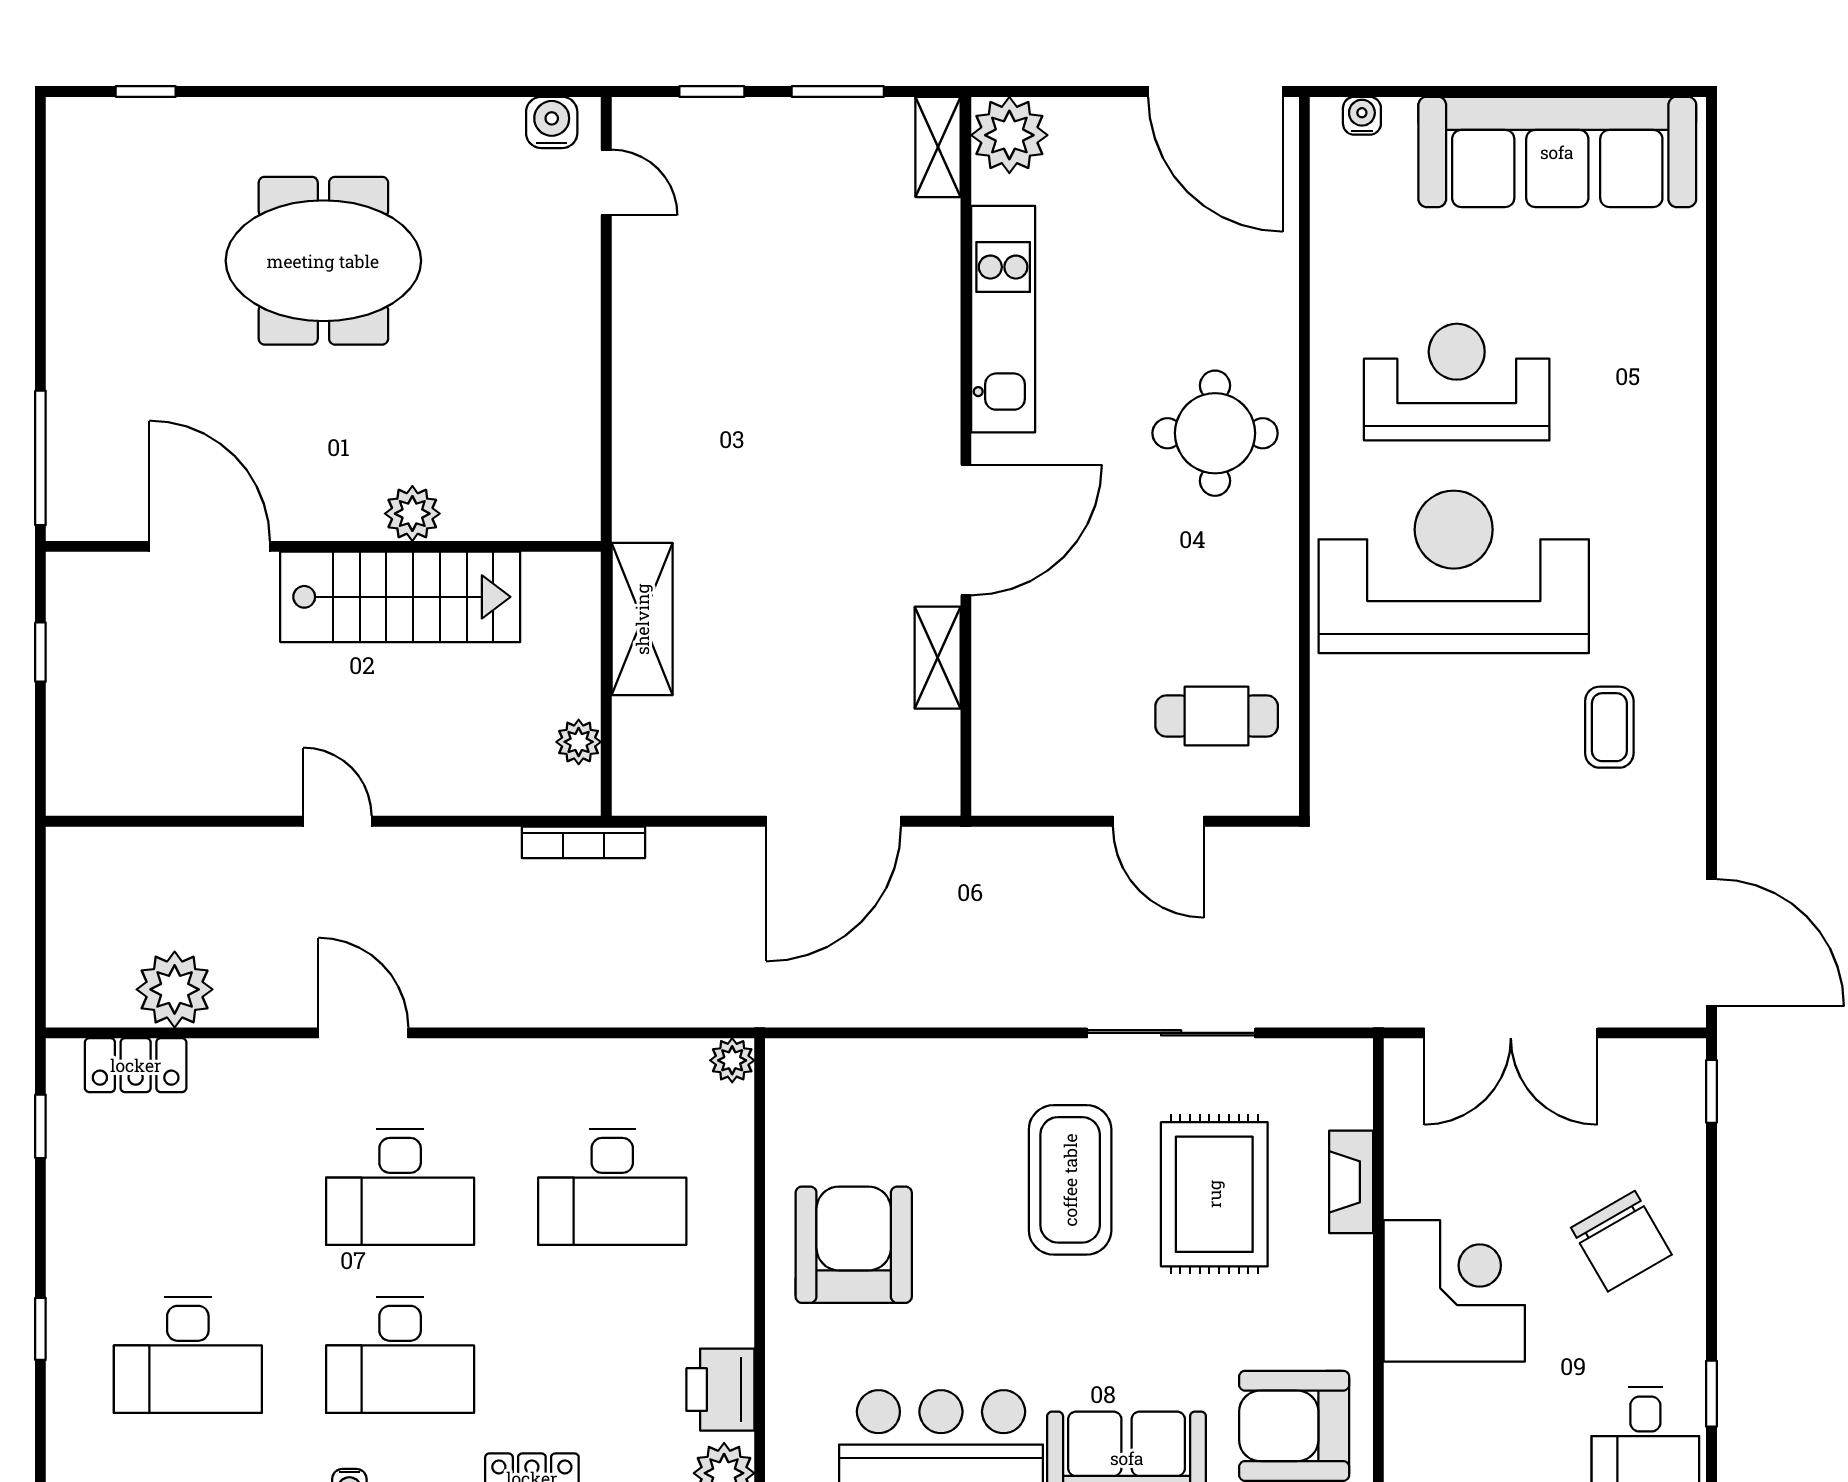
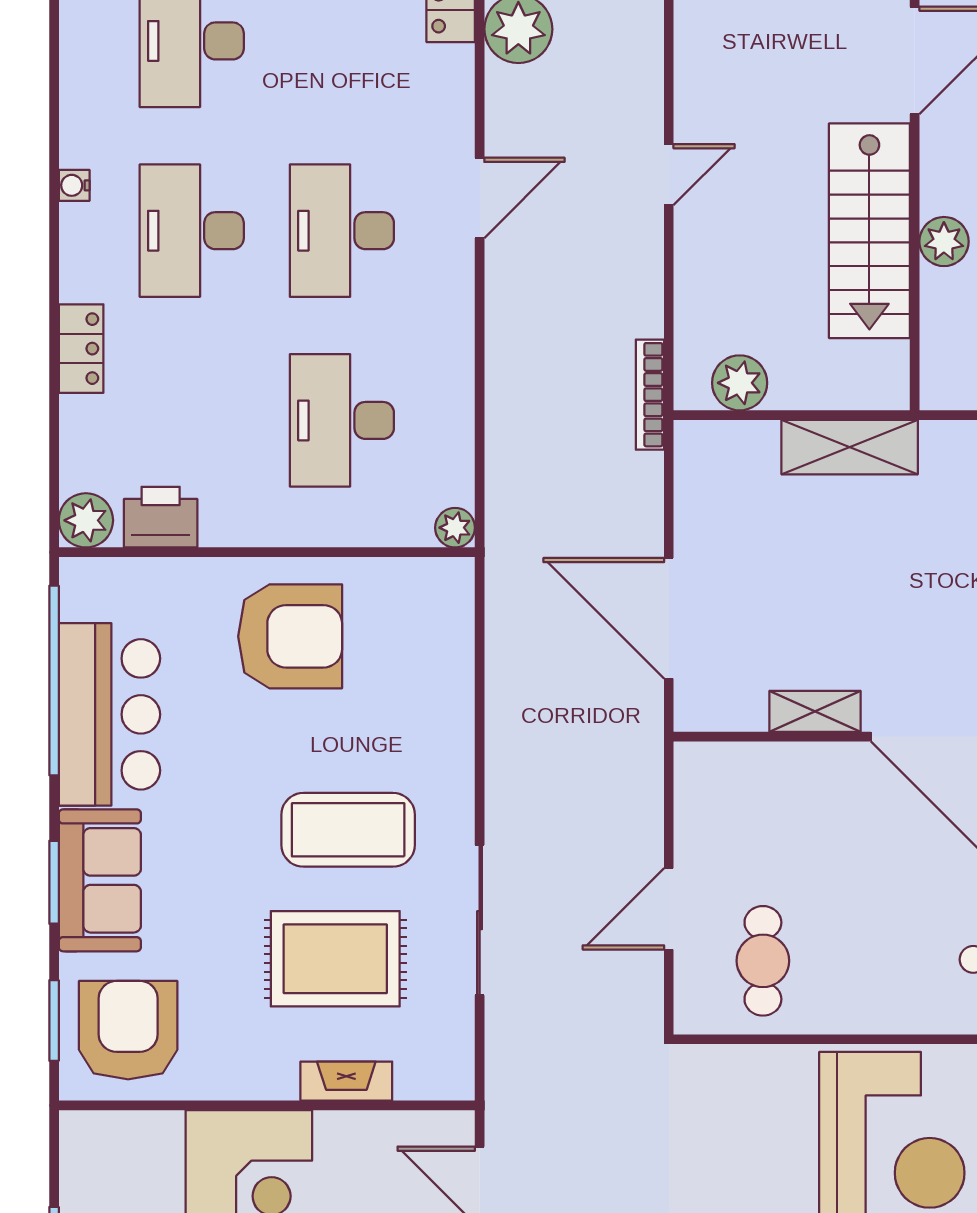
plant: (579, 742) -> (740, 383), width x1.38, depth x1.38

